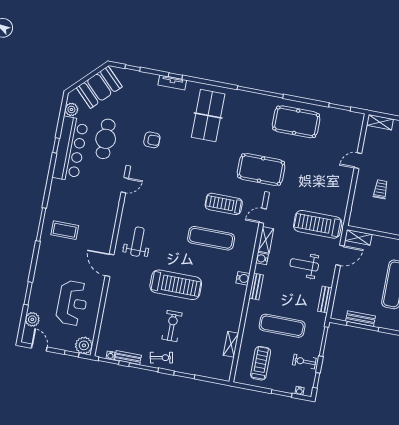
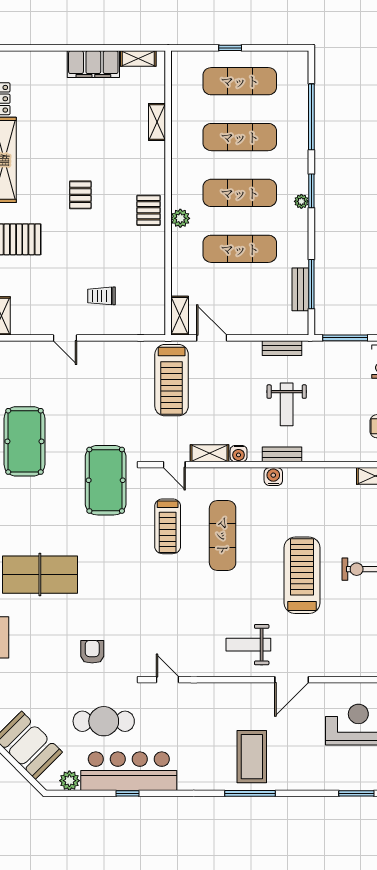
coffee table: (65, 230) -> (252, 757), width x1.36, depth x1.32
weight bench: (304, 265) -> (287, 404), moved
exercise mat: (282, 326) -> (333, 405), removed

